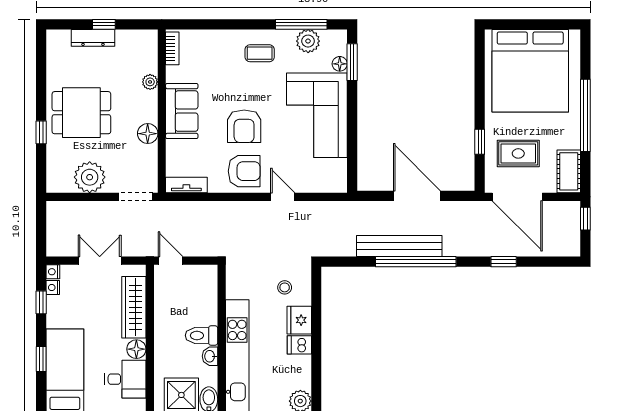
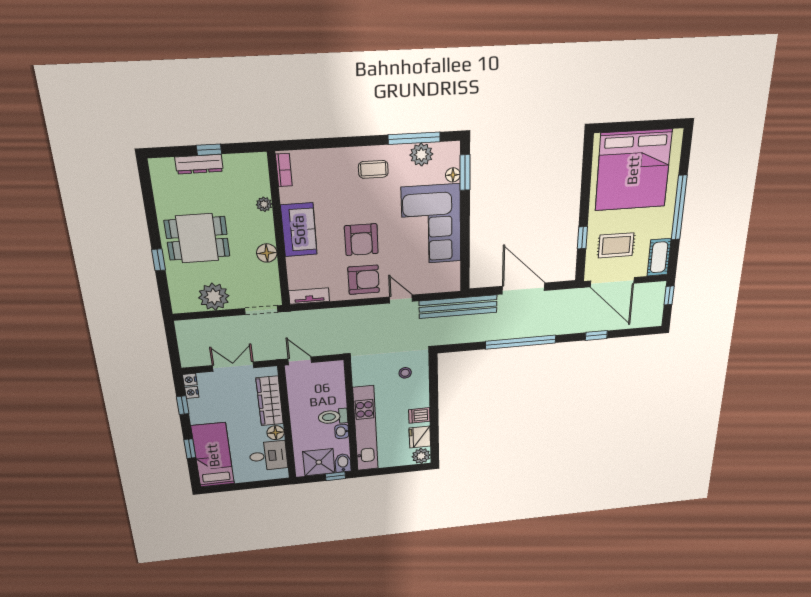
bench: (399, 246) -> (458, 307), moved
fridge: (299, 320) -> (420, 437), moved

